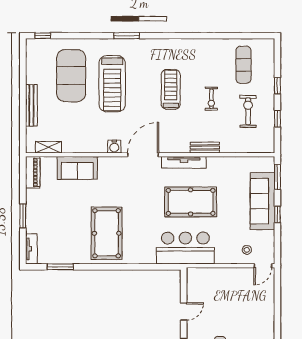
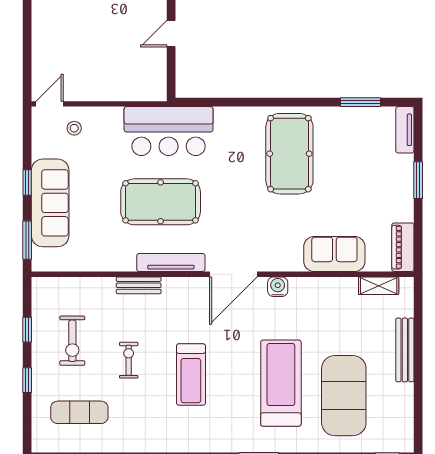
exercise mat: (243, 65) -> (79, 412), turned 90

